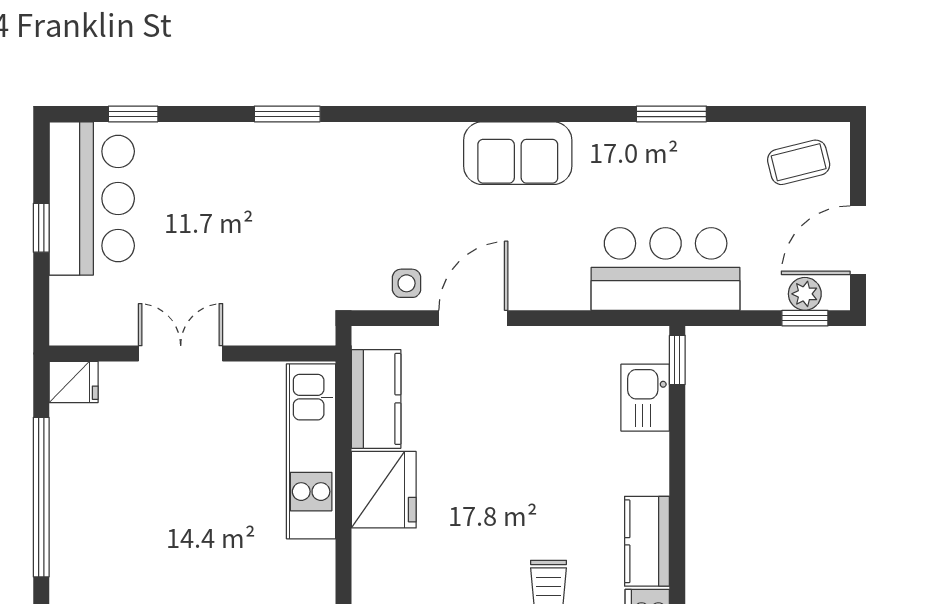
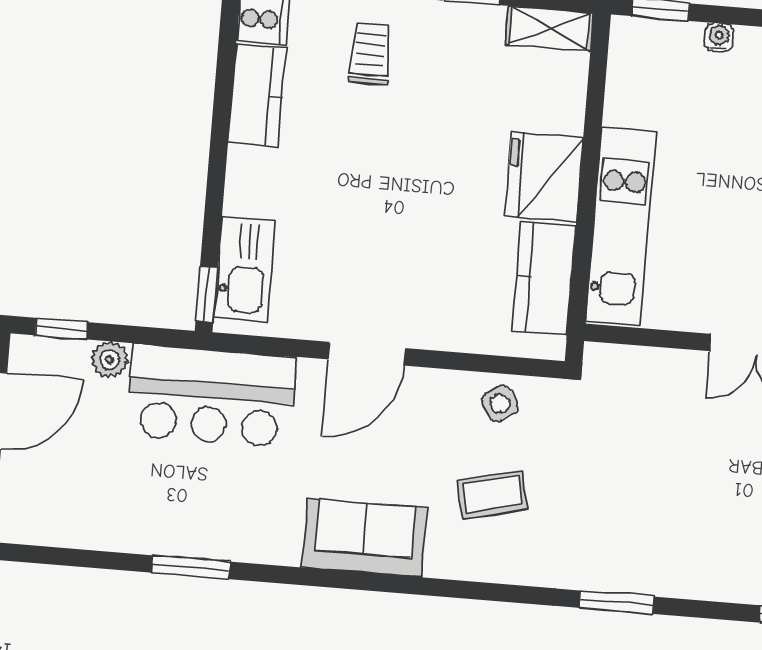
coffee table: (799, 162) -> (492, 495), moved
side table: (407, 283) -> (500, 404), turned -33
plant: (805, 294) -> (110, 360), moved
door: (473, 318) -> (367, 354), moved
kitchen sink: (645, 398) -> (244, 269), width x1.38

